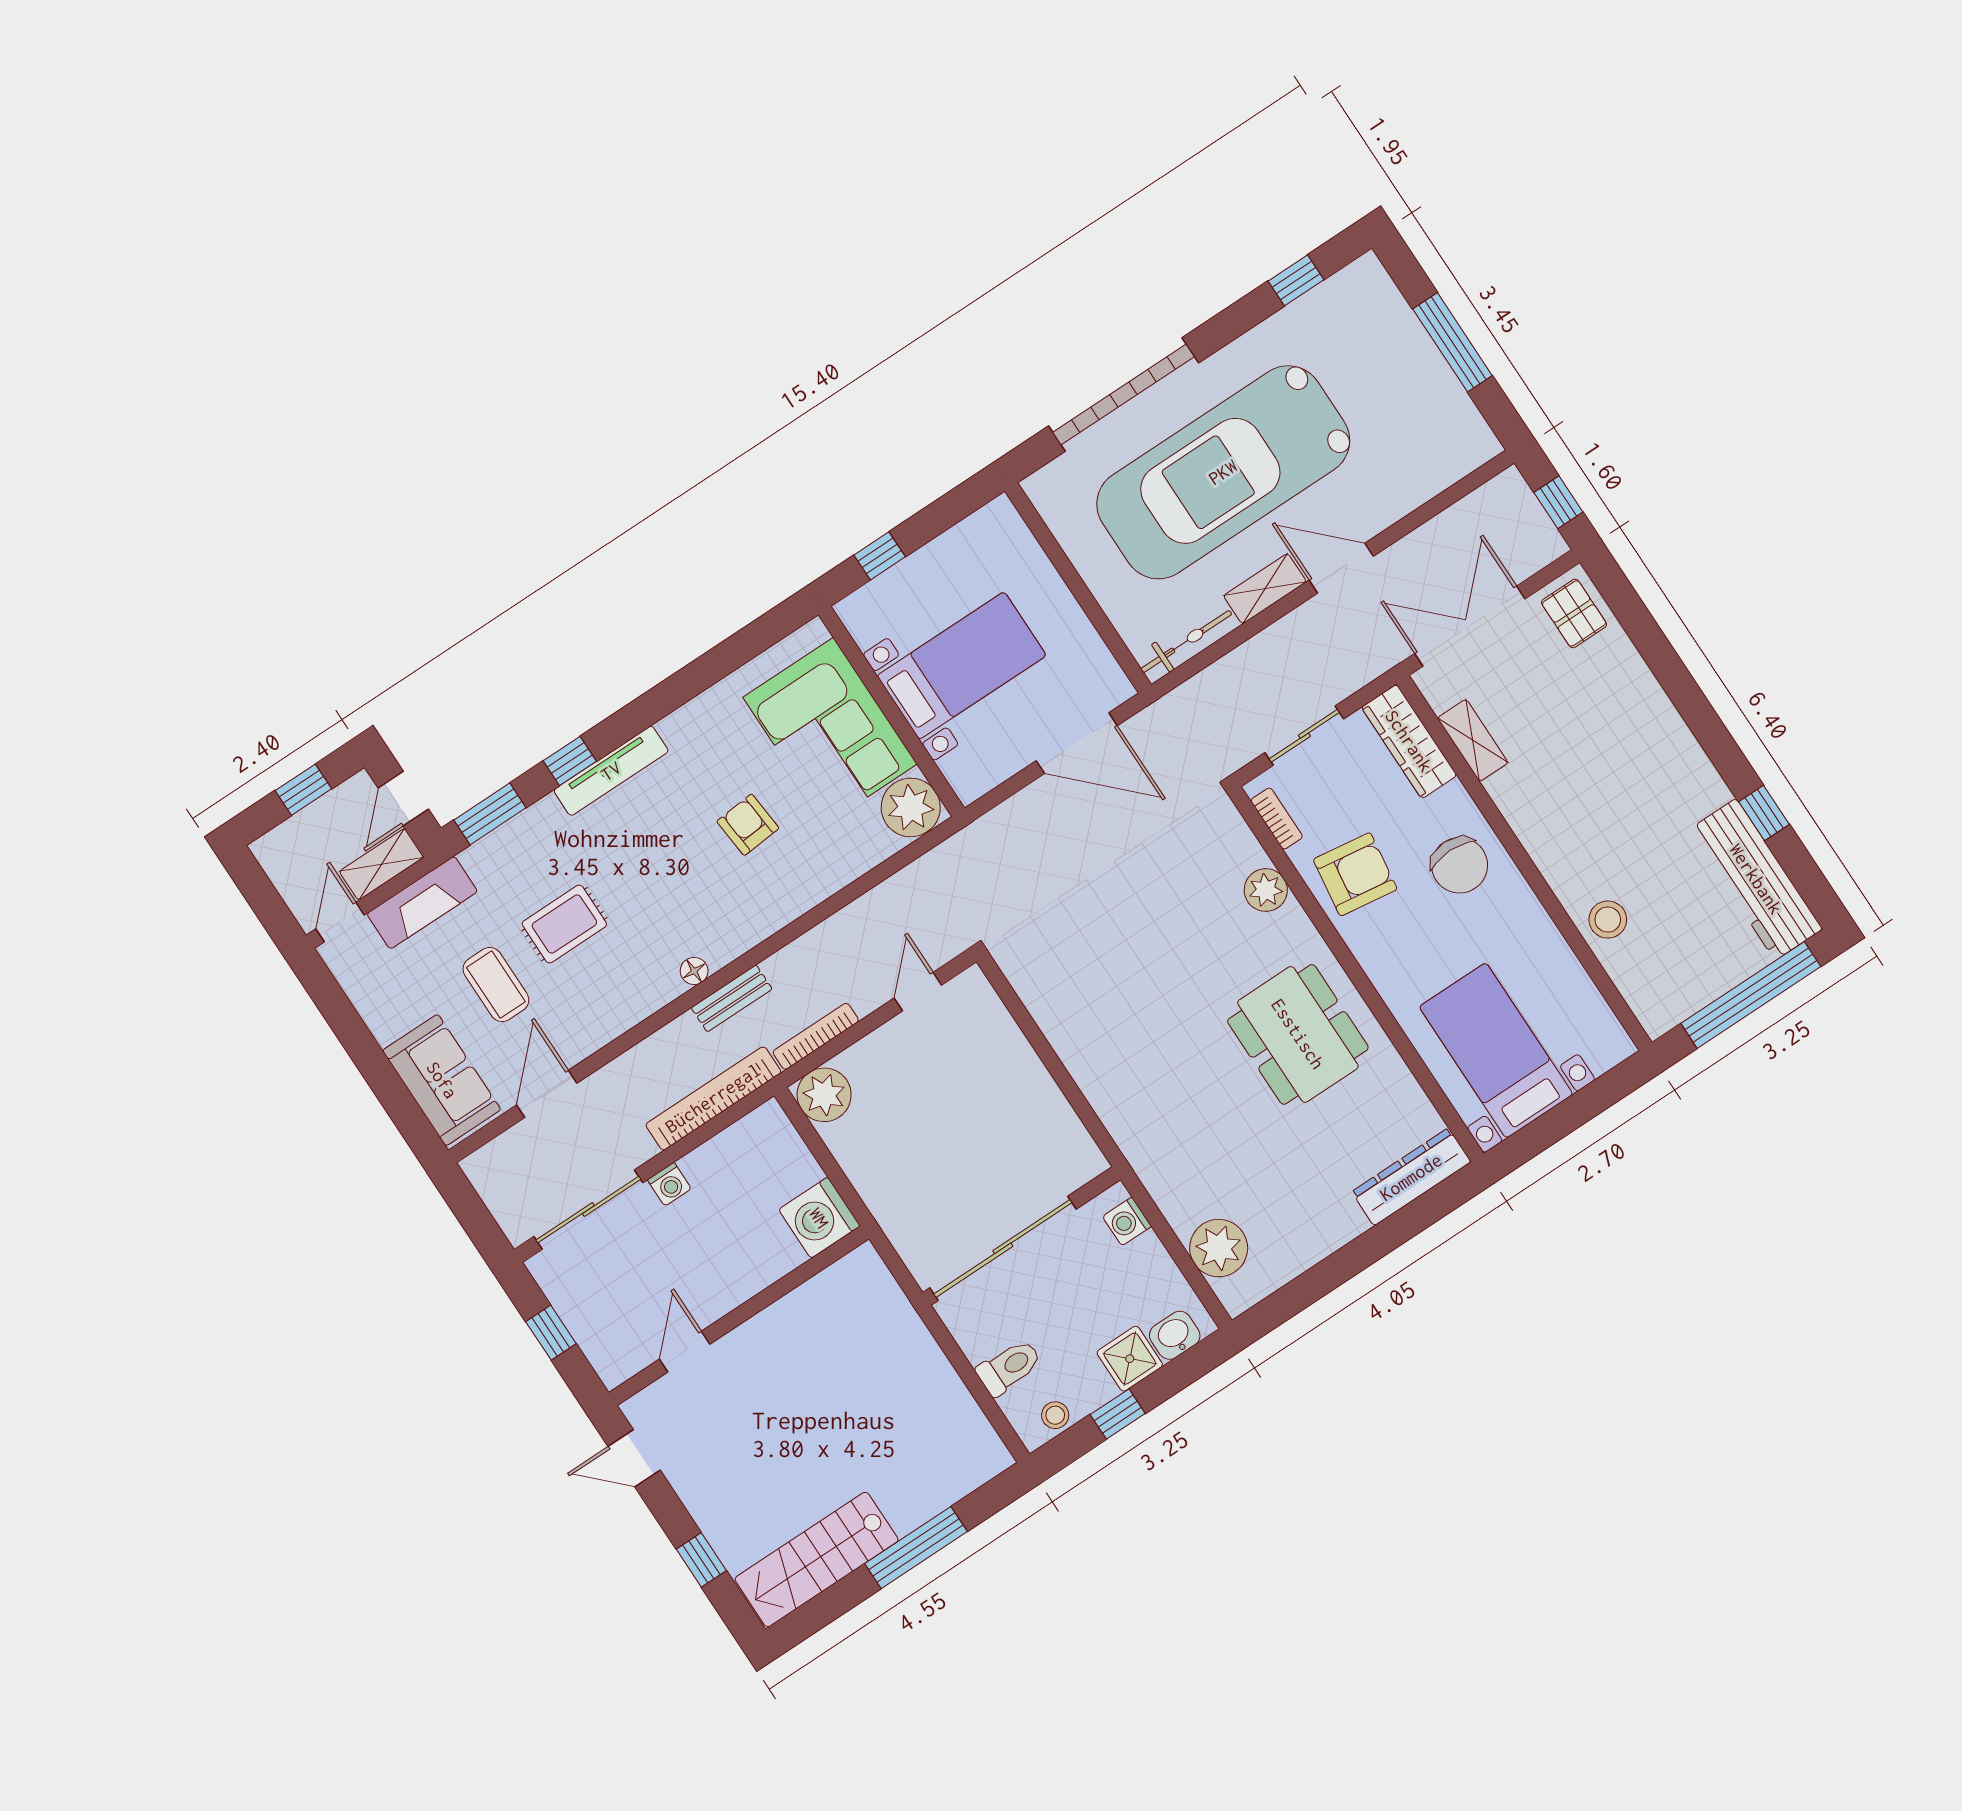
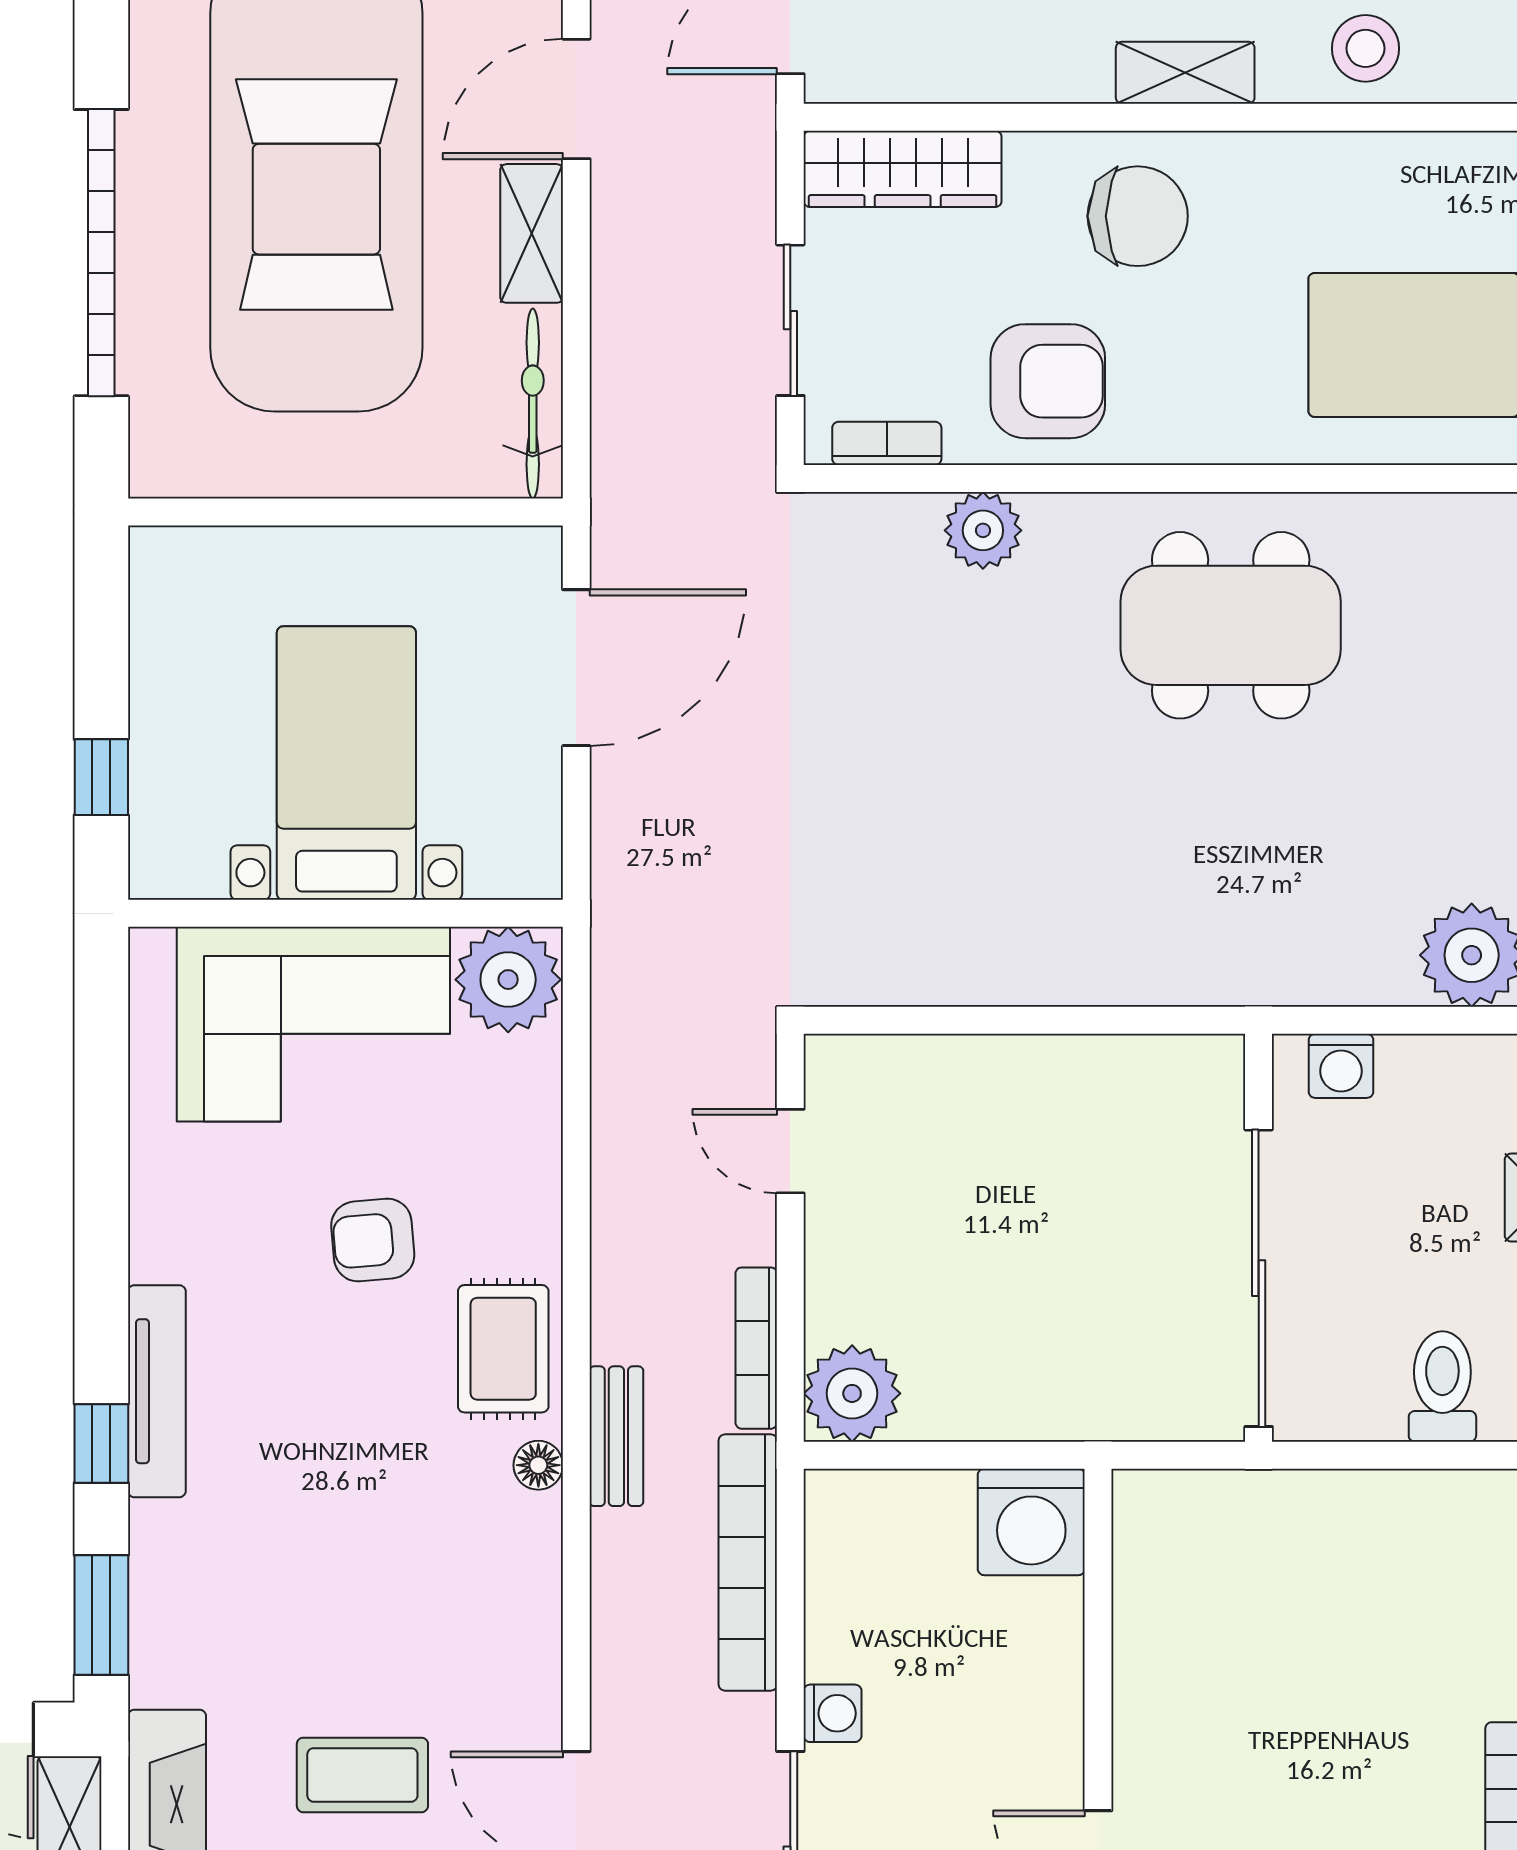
shelving: (1473, 740) -> (1185, 73), moved
armchair: (1355, 874) -> (1048, 381), turned 82
rug: (564, 924) -> (503, 1349), moved

